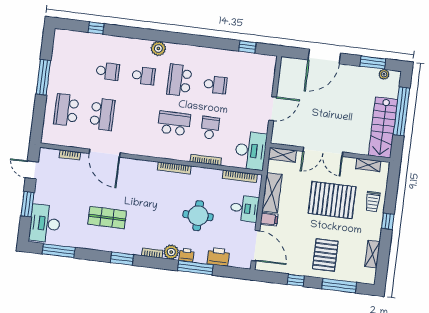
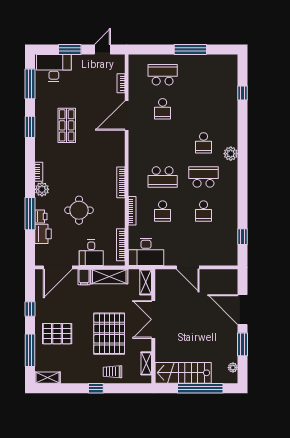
window: (373, 62) -> (243, 344), moved
school desk: (108, 71) -> (204, 109), removed
school desk: (102, 114) -> (163, 109), width x0.54
school desk: (174, 123) -> (163, 177), turned 90
school desk: (210, 128) -> (163, 211), turned 90
shelving: (372, 254) -> (48, 378), moved
printer: (186, 255) -> (41, 217), moved
window: (122, 259) -> (30, 127), moved

